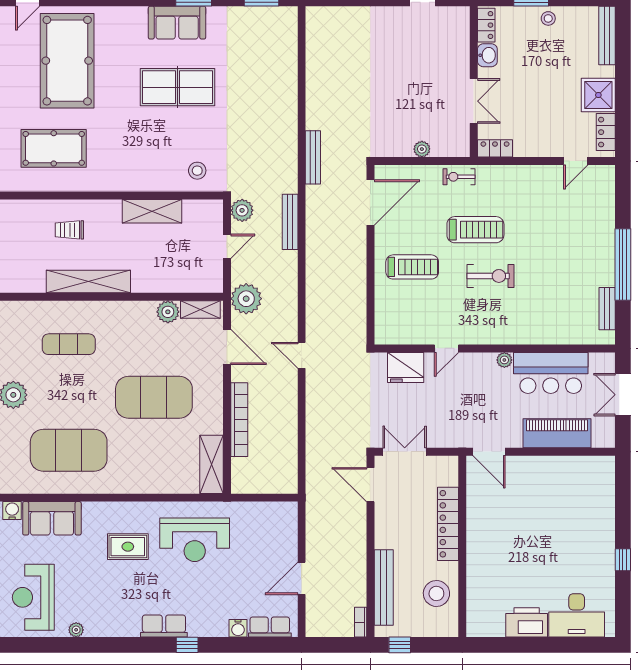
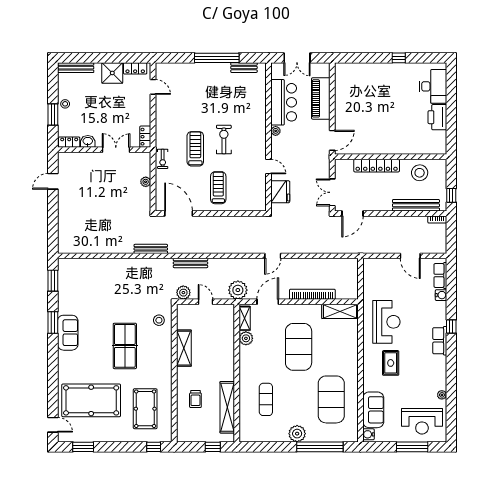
table tennis table: (177, 87) -> (125, 346), moved
shelving: (88, 282) -> (227, 407), moved

